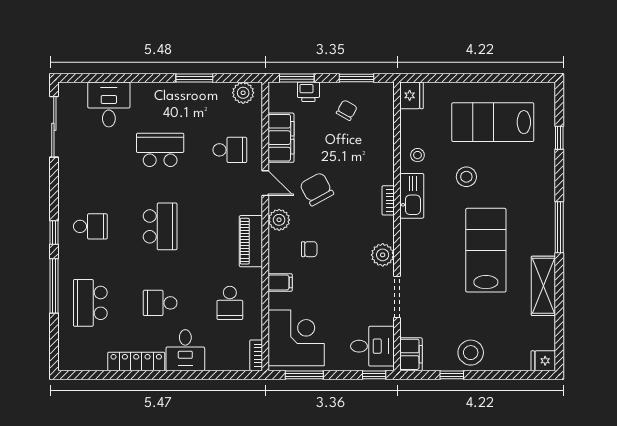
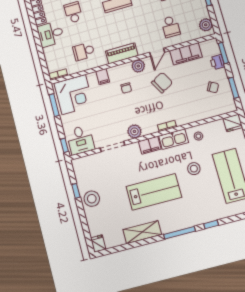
window: (559, 138) -> (211, 224), moved
filing cabinet: (411, 354) -> (150, 145), moved

